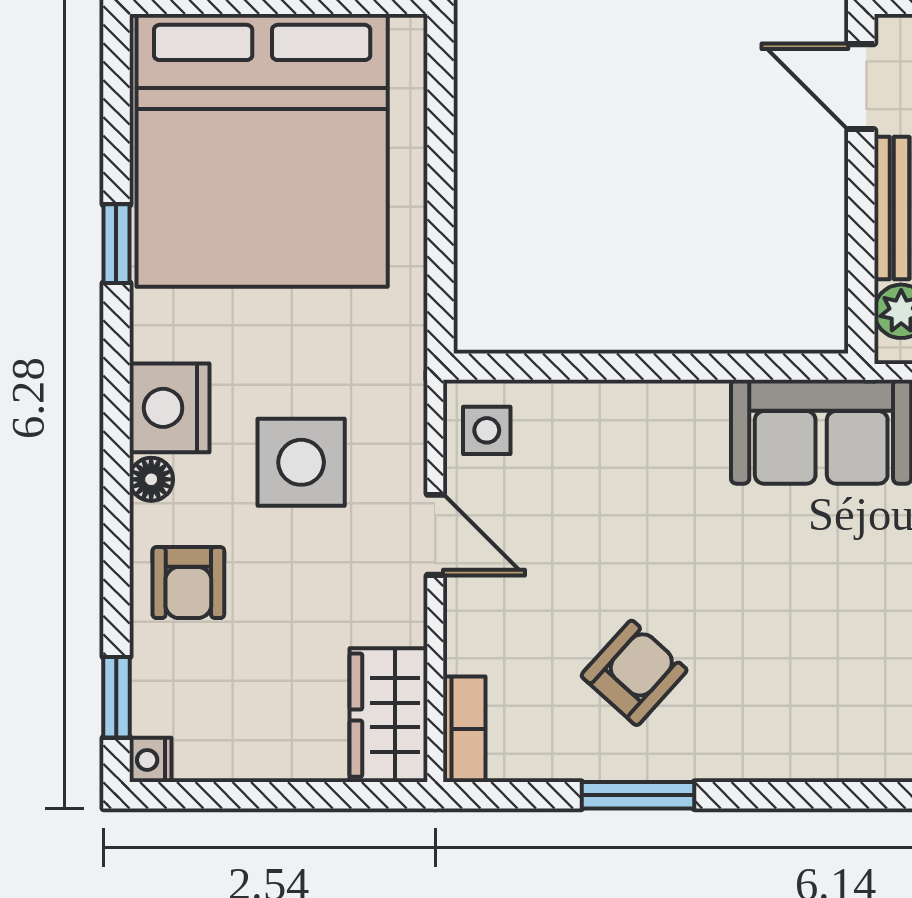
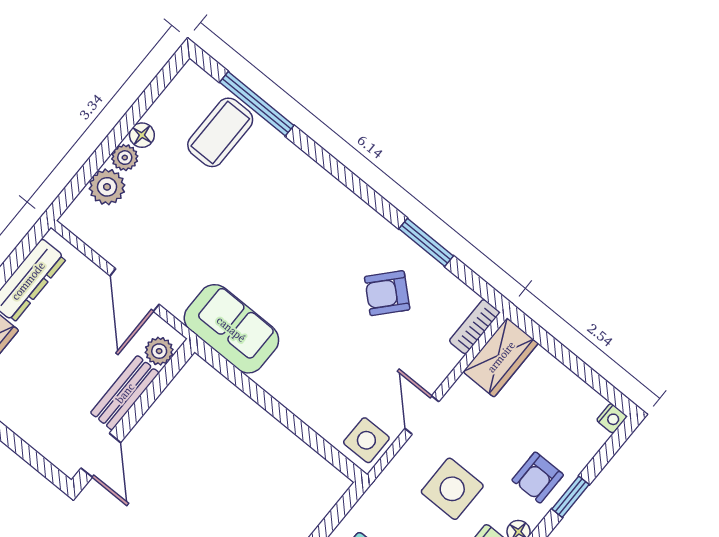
side table: (487, 430) -> (366, 440), width x1.37, depth x1.37
armchair: (188, 583) -> (538, 478), turned 180
window: (116, 697) -> (571, 497), moved

